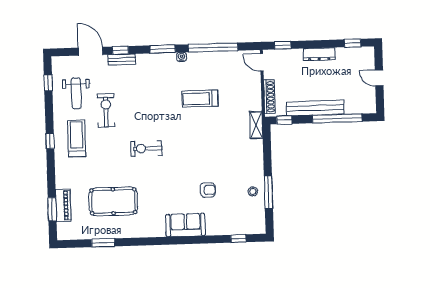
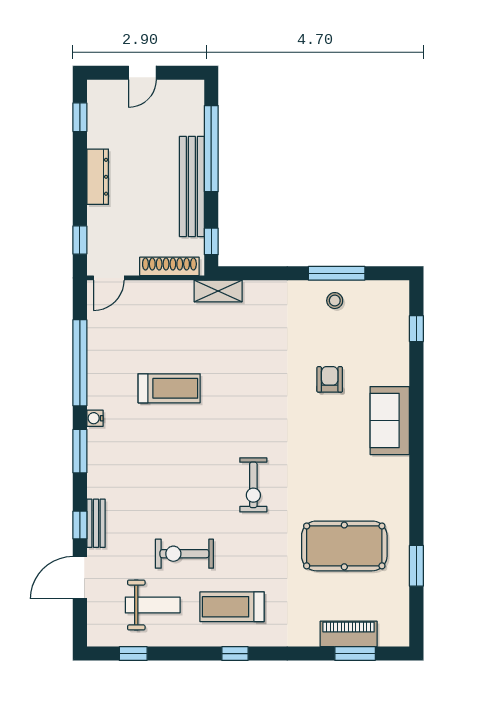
treadmill: (200, 99) -> (169, 388), turned -90
pool table: (113, 201) -> (344, 546), turned 90

